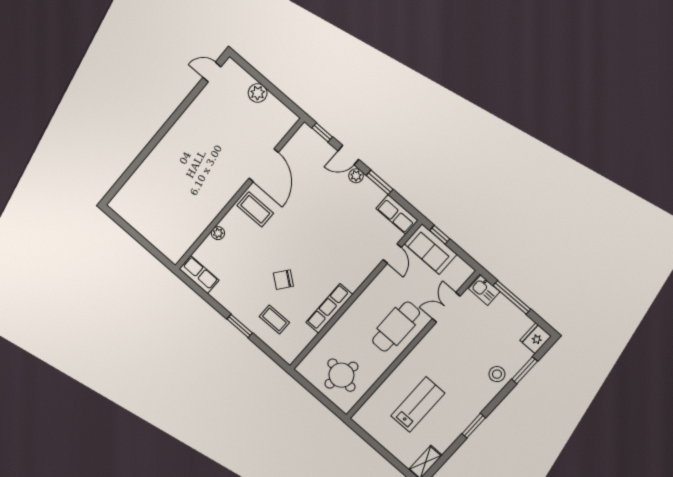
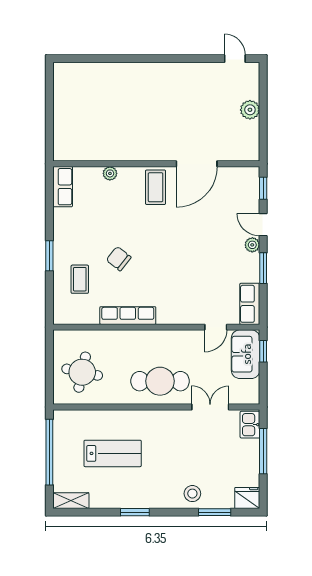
window: (378, 447) -> (49, 452), added

